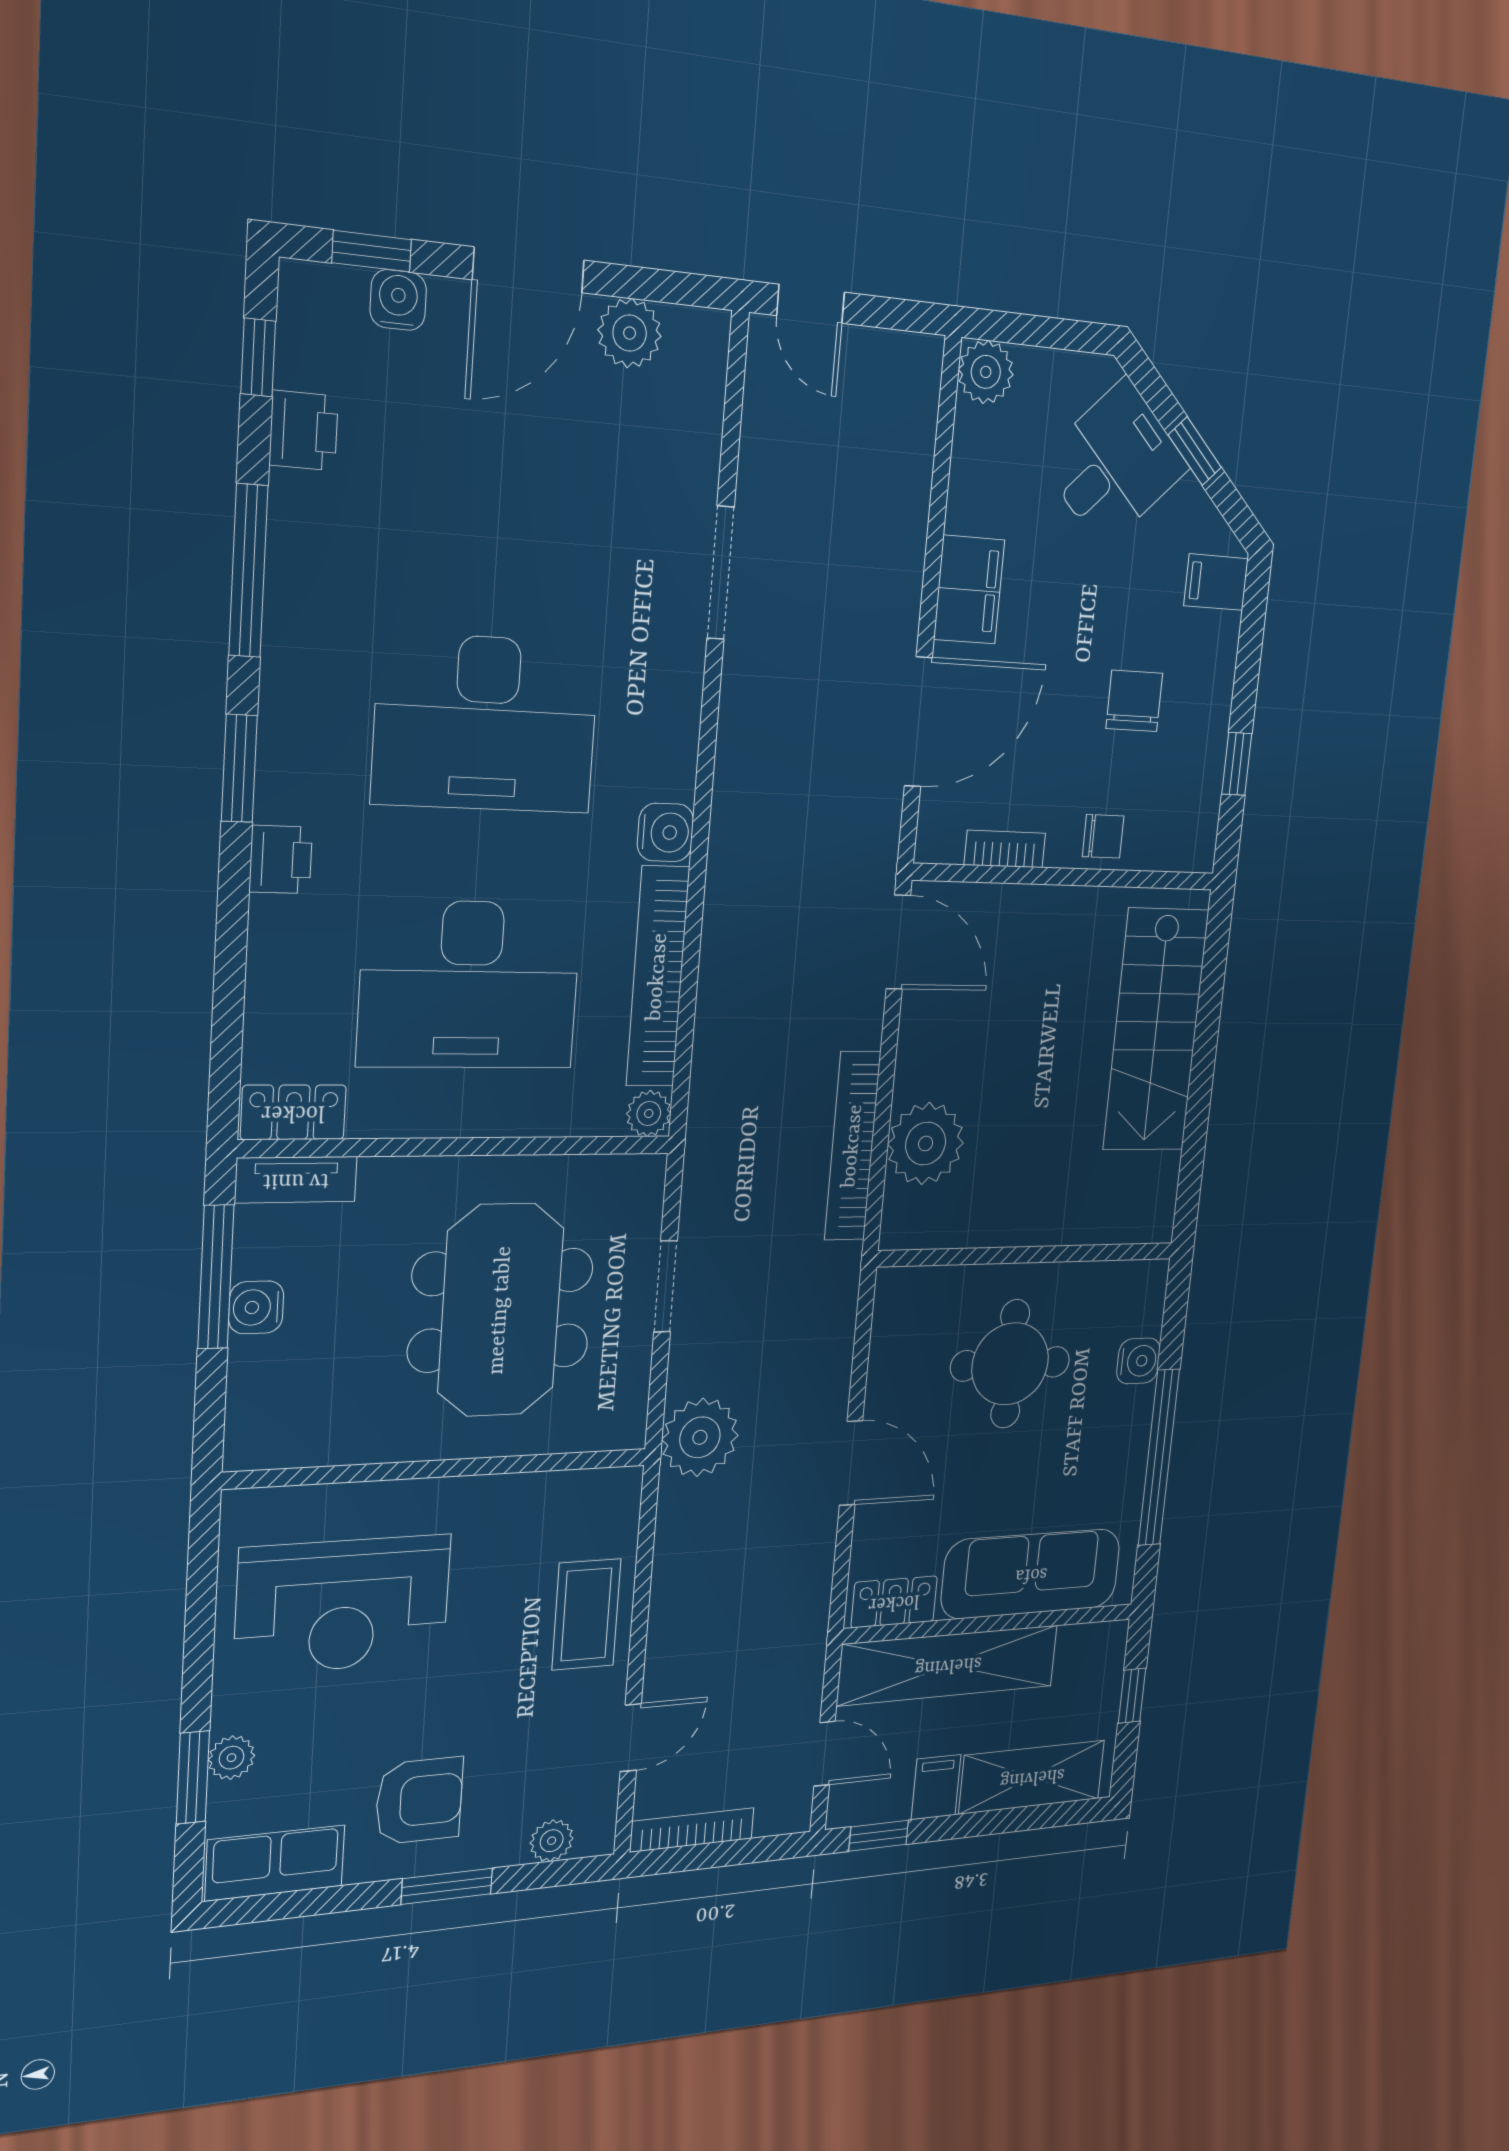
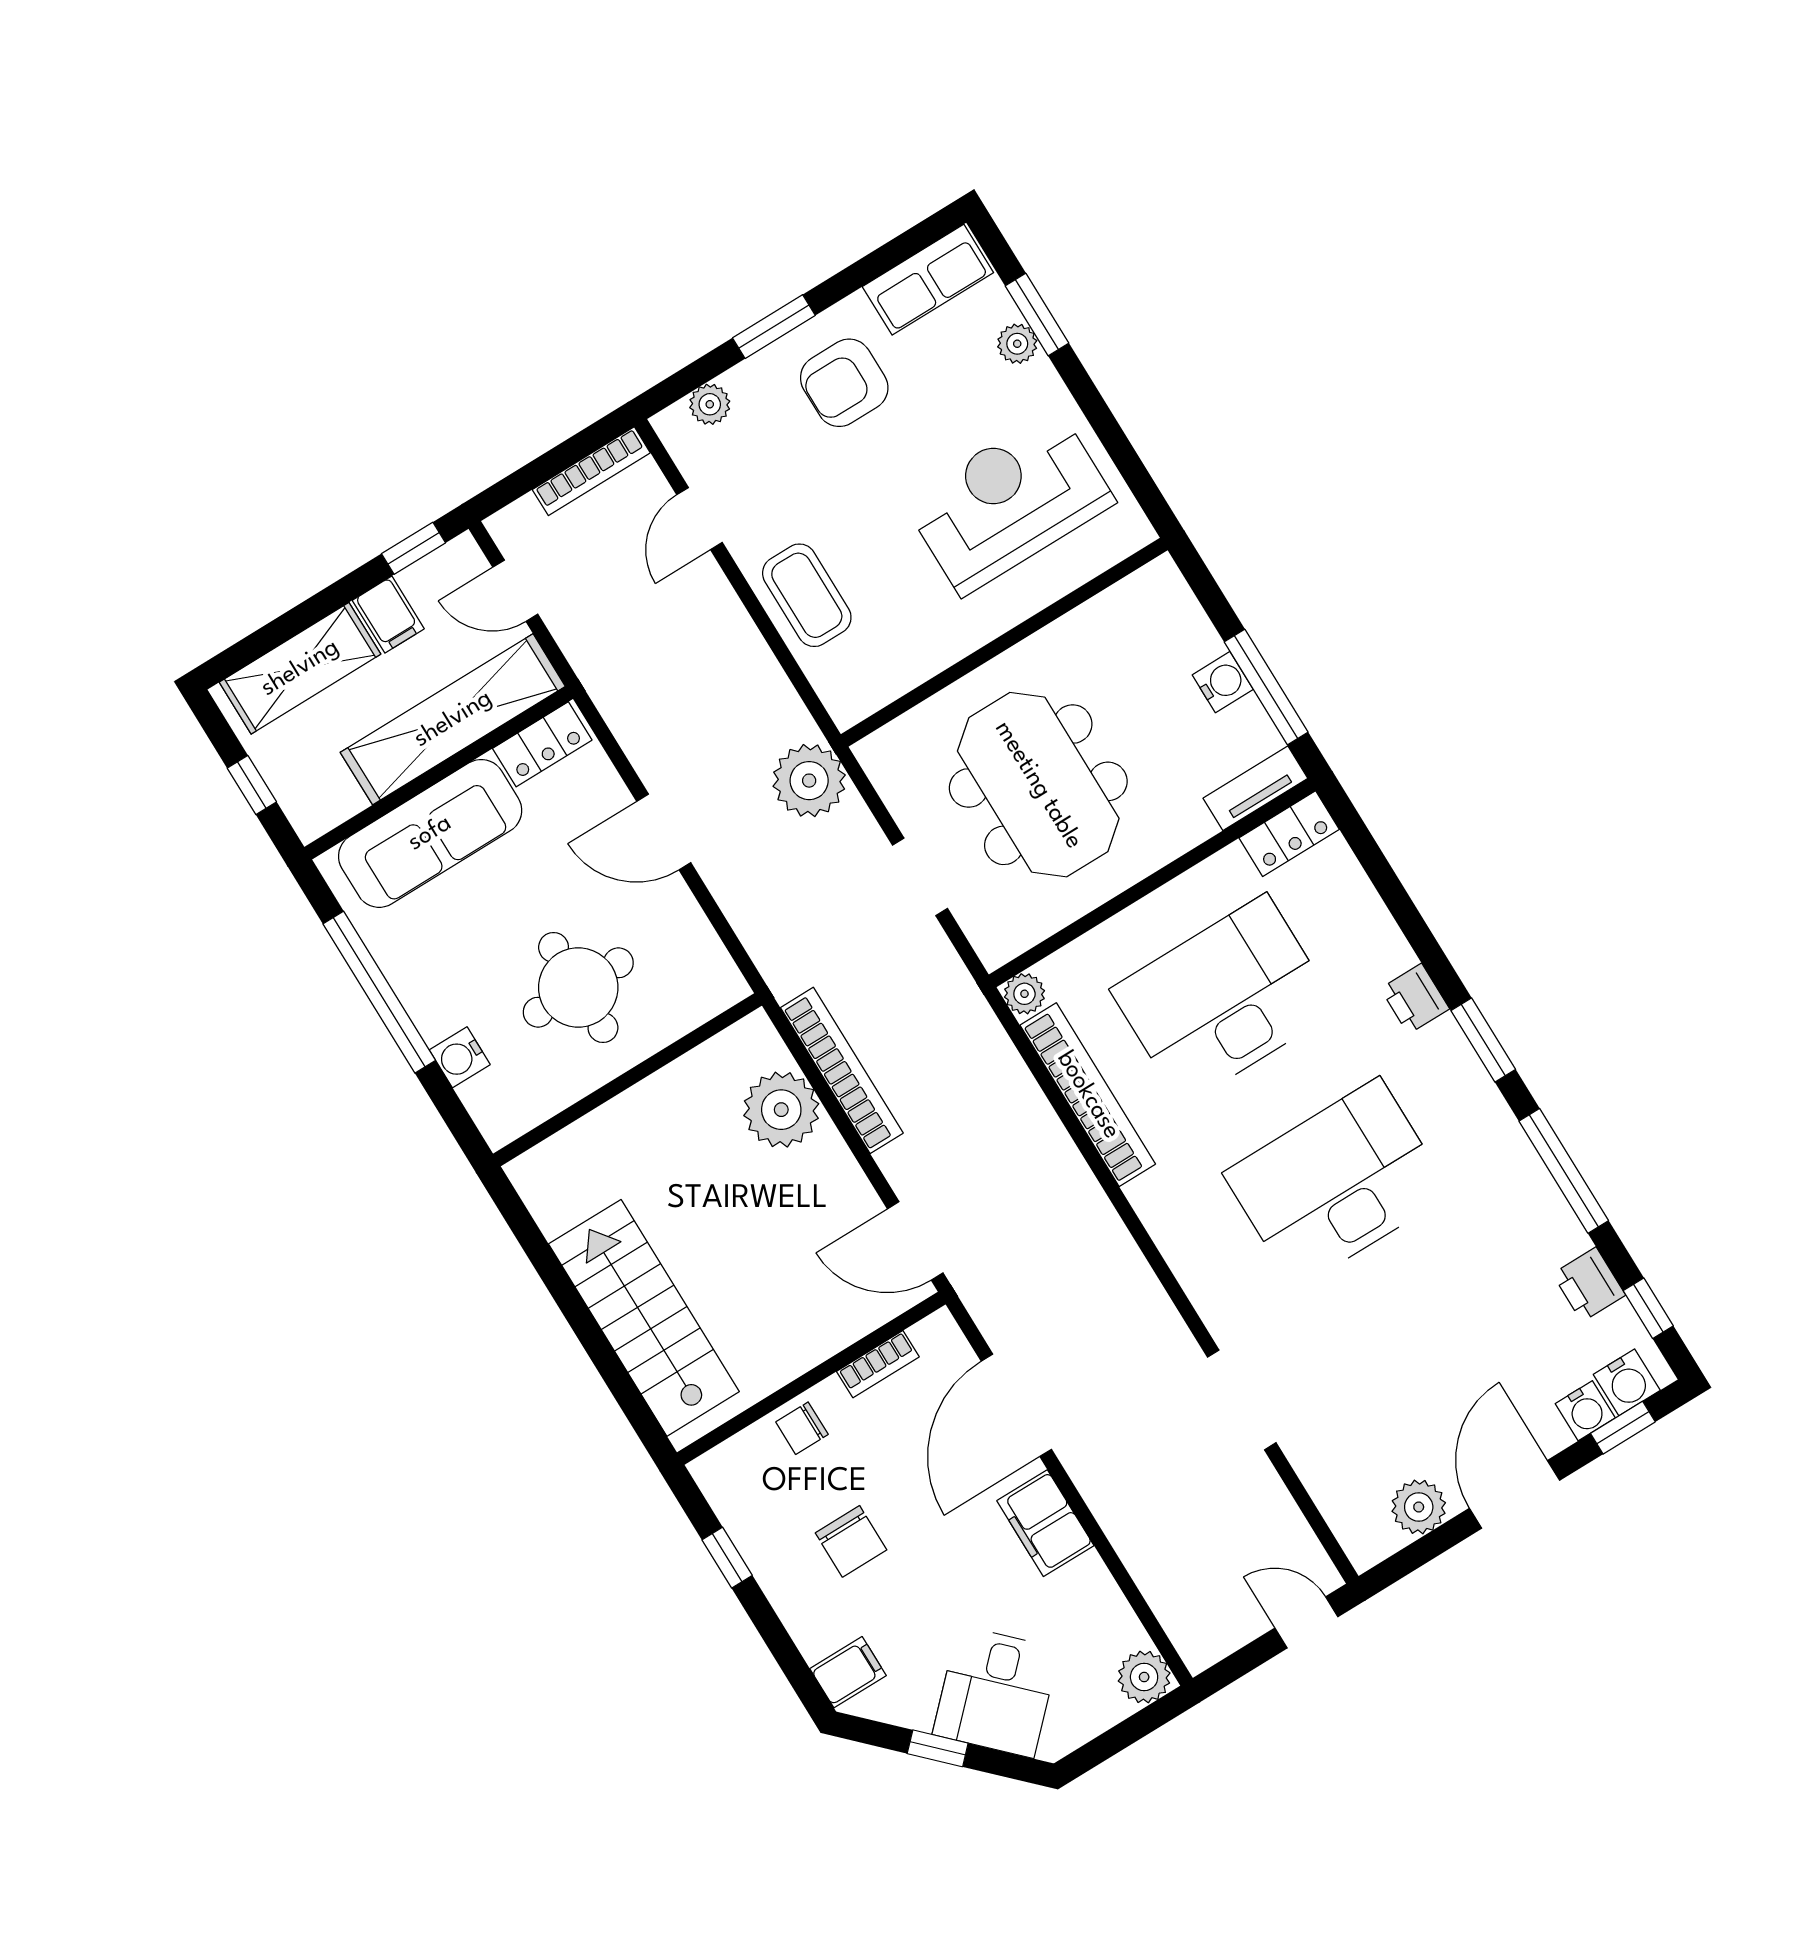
water cooler: (665, 832) -> (1627, 1382), moved, turned -90

